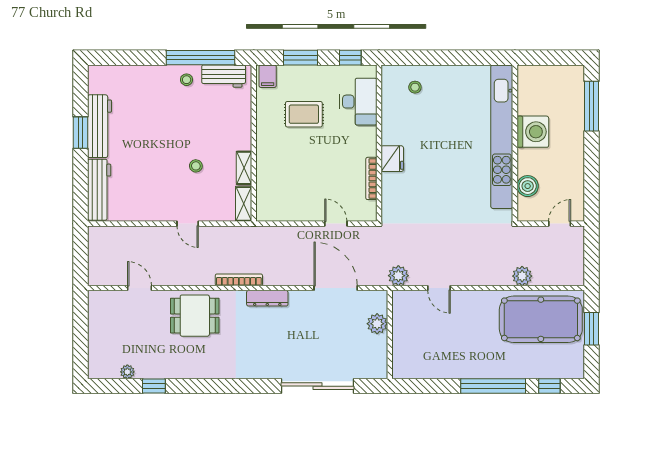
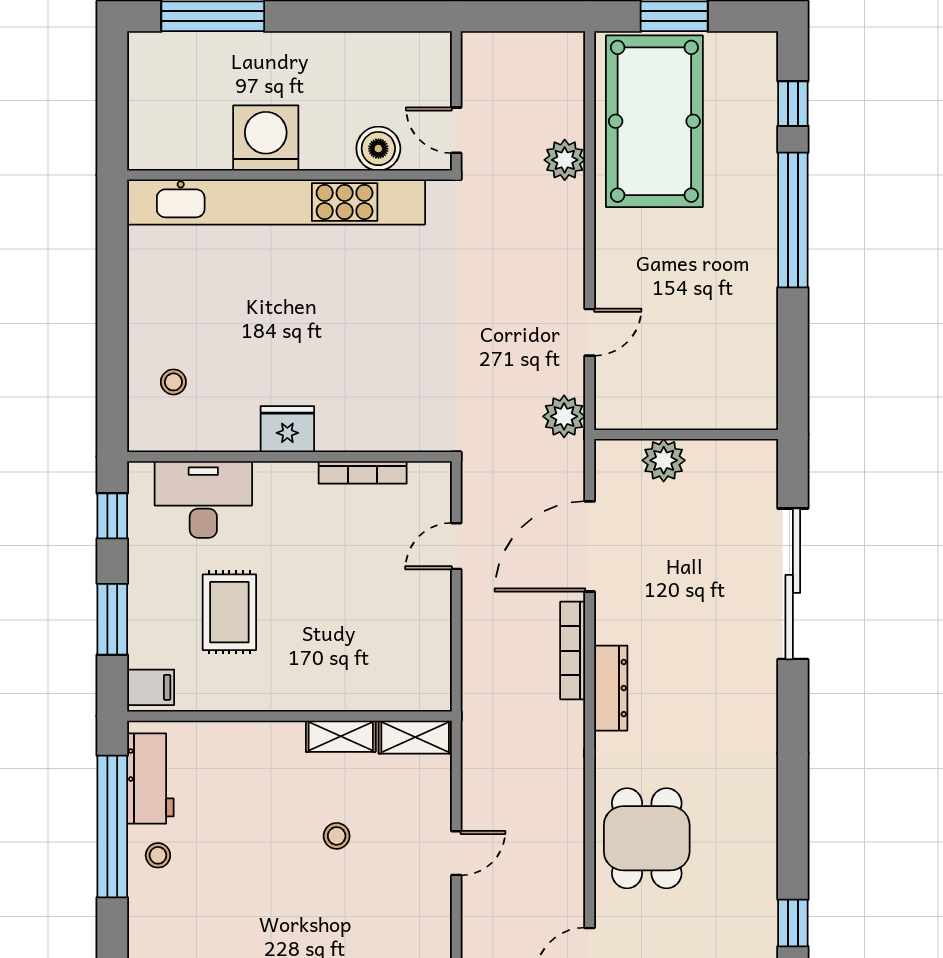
fridge: (392, 159) -> (287, 429), moved
door: (560, 224) -> (456, 130), moved
bookcase: (239, 280) -> (573, 651), moved

